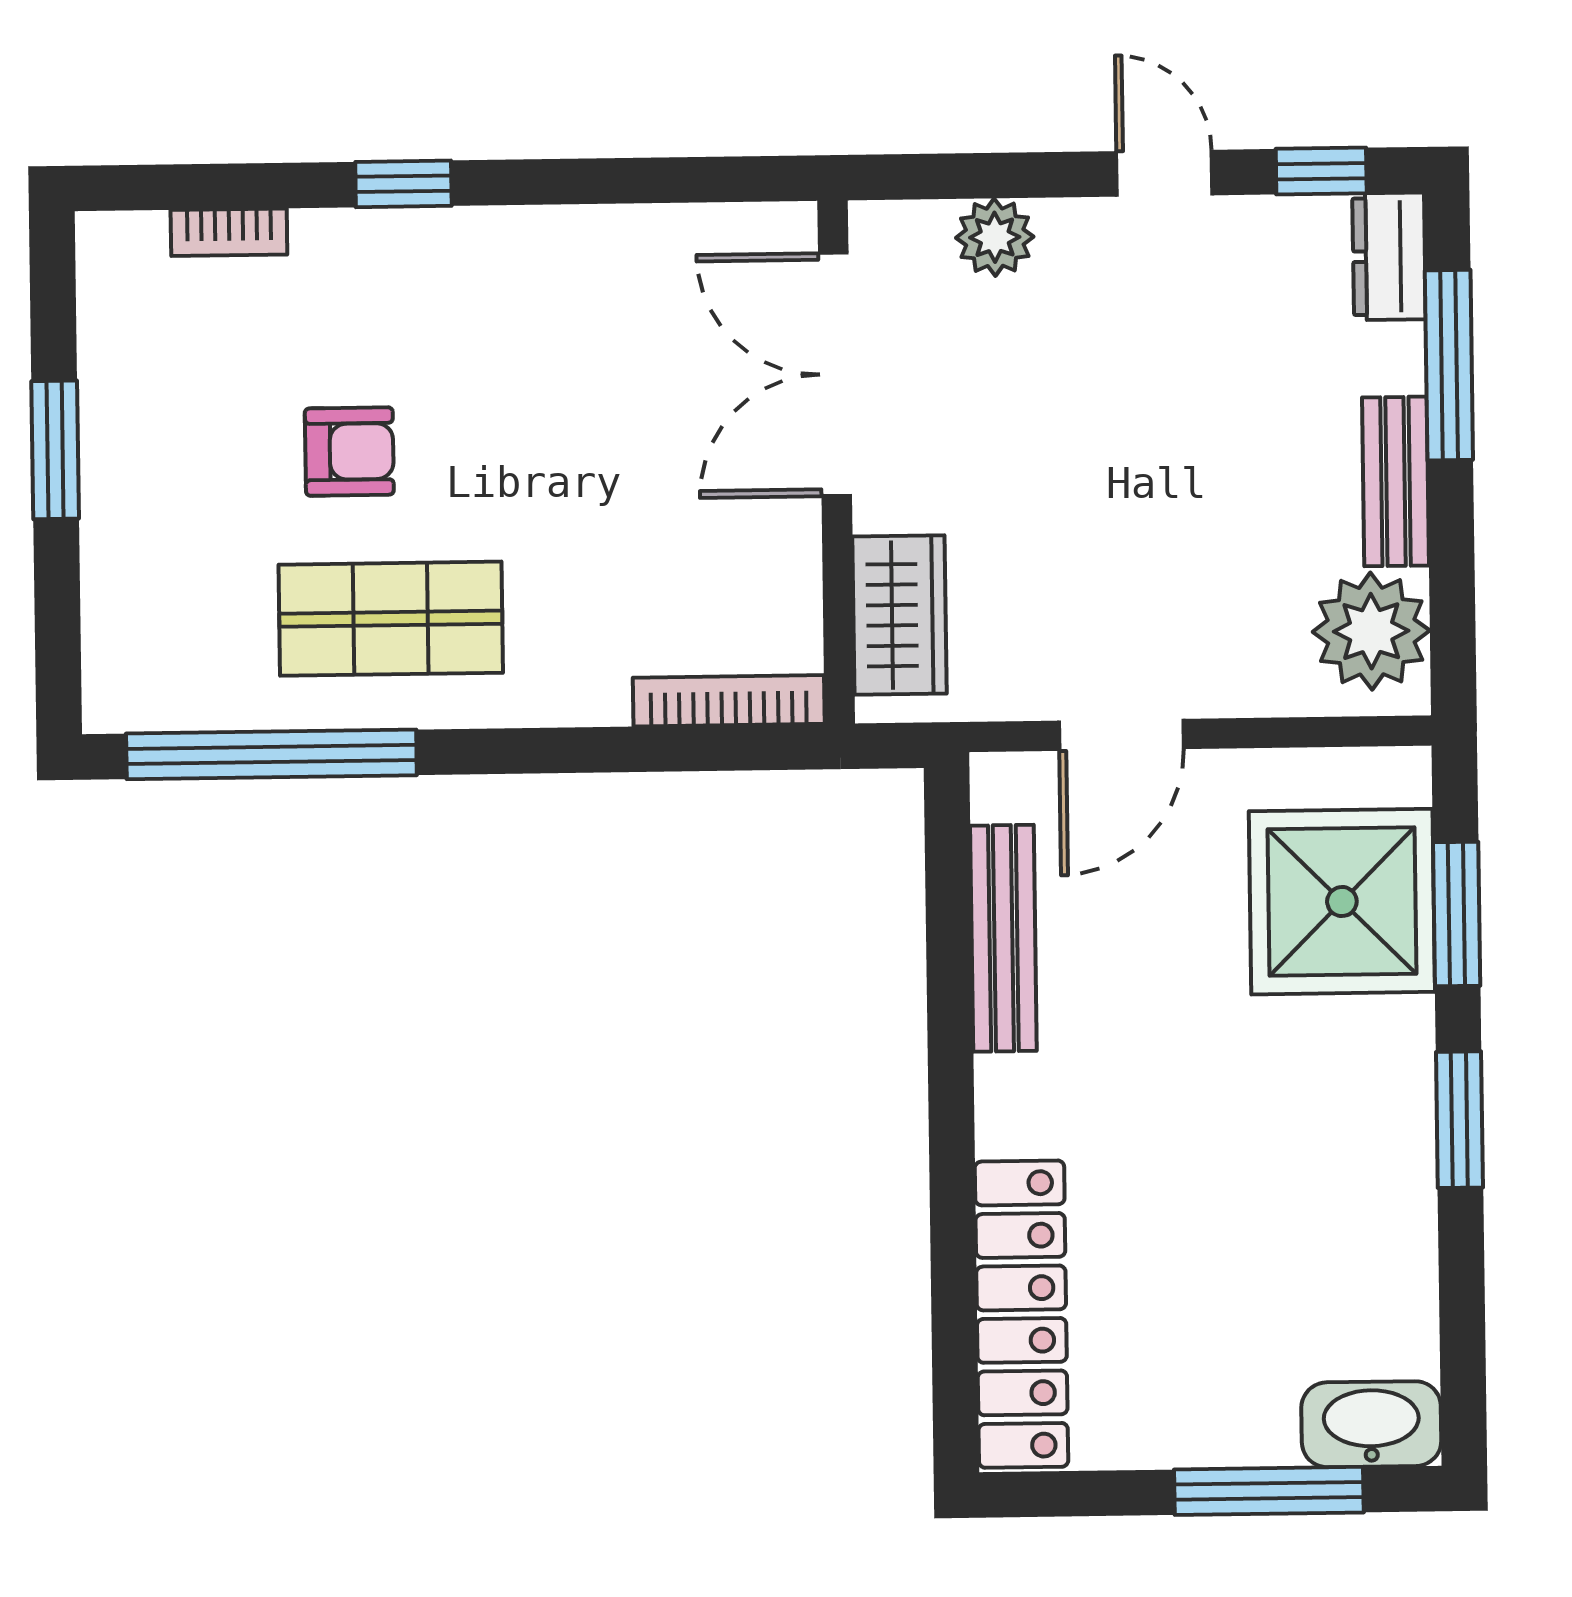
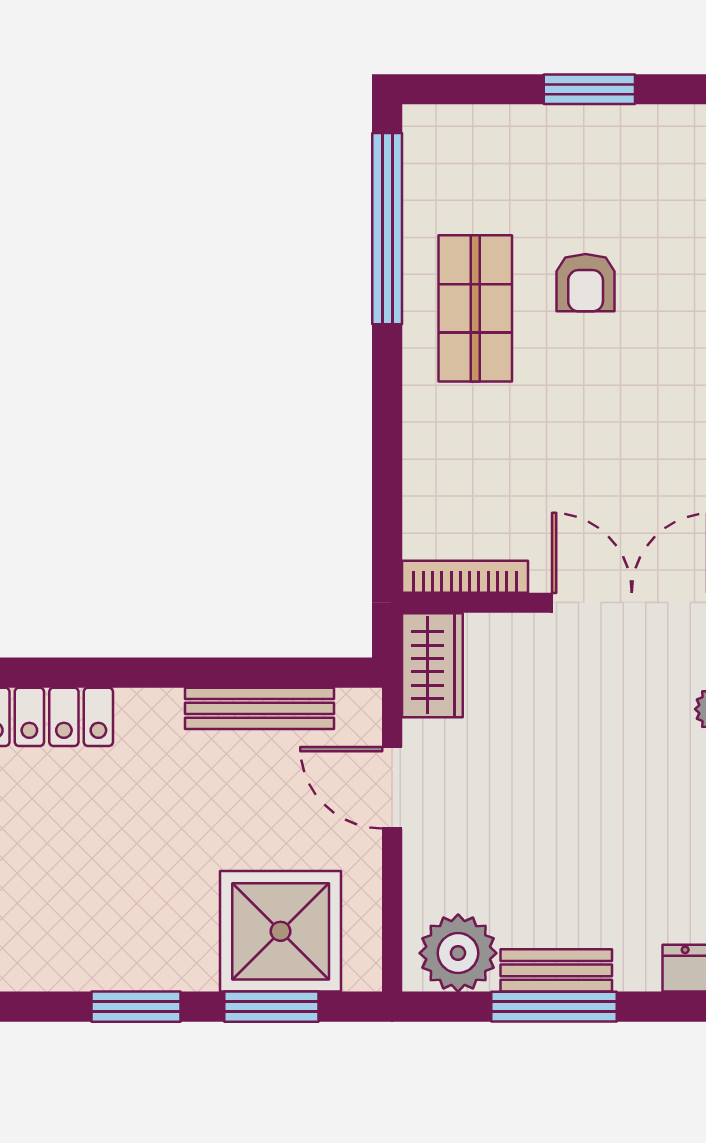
window: (1449, 365) -> (554, 1007), moved
wardrobe: (899, 615) -> (432, 665), moved, turned -90
bookcase: (729, 701) -> (465, 577), moved, turned -90

